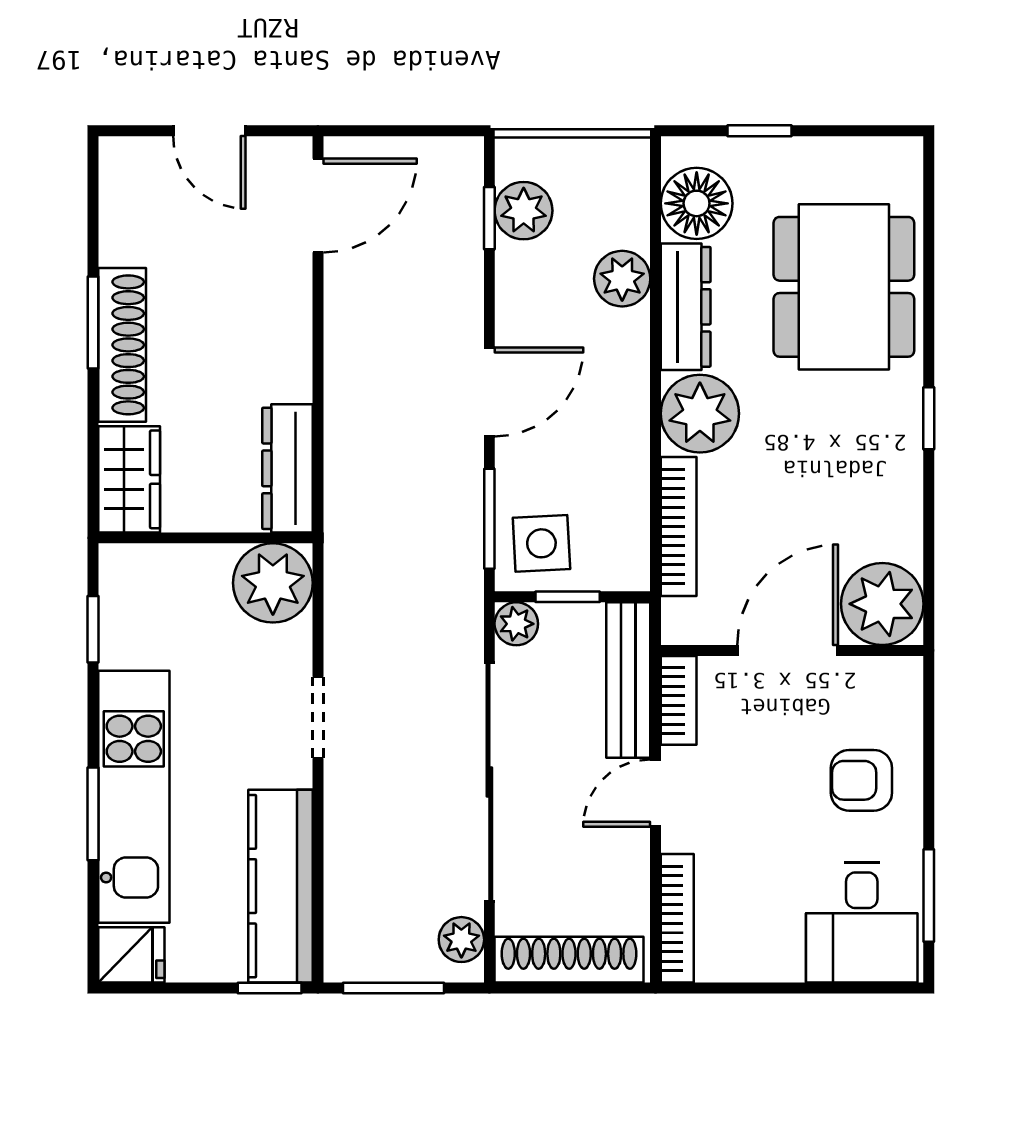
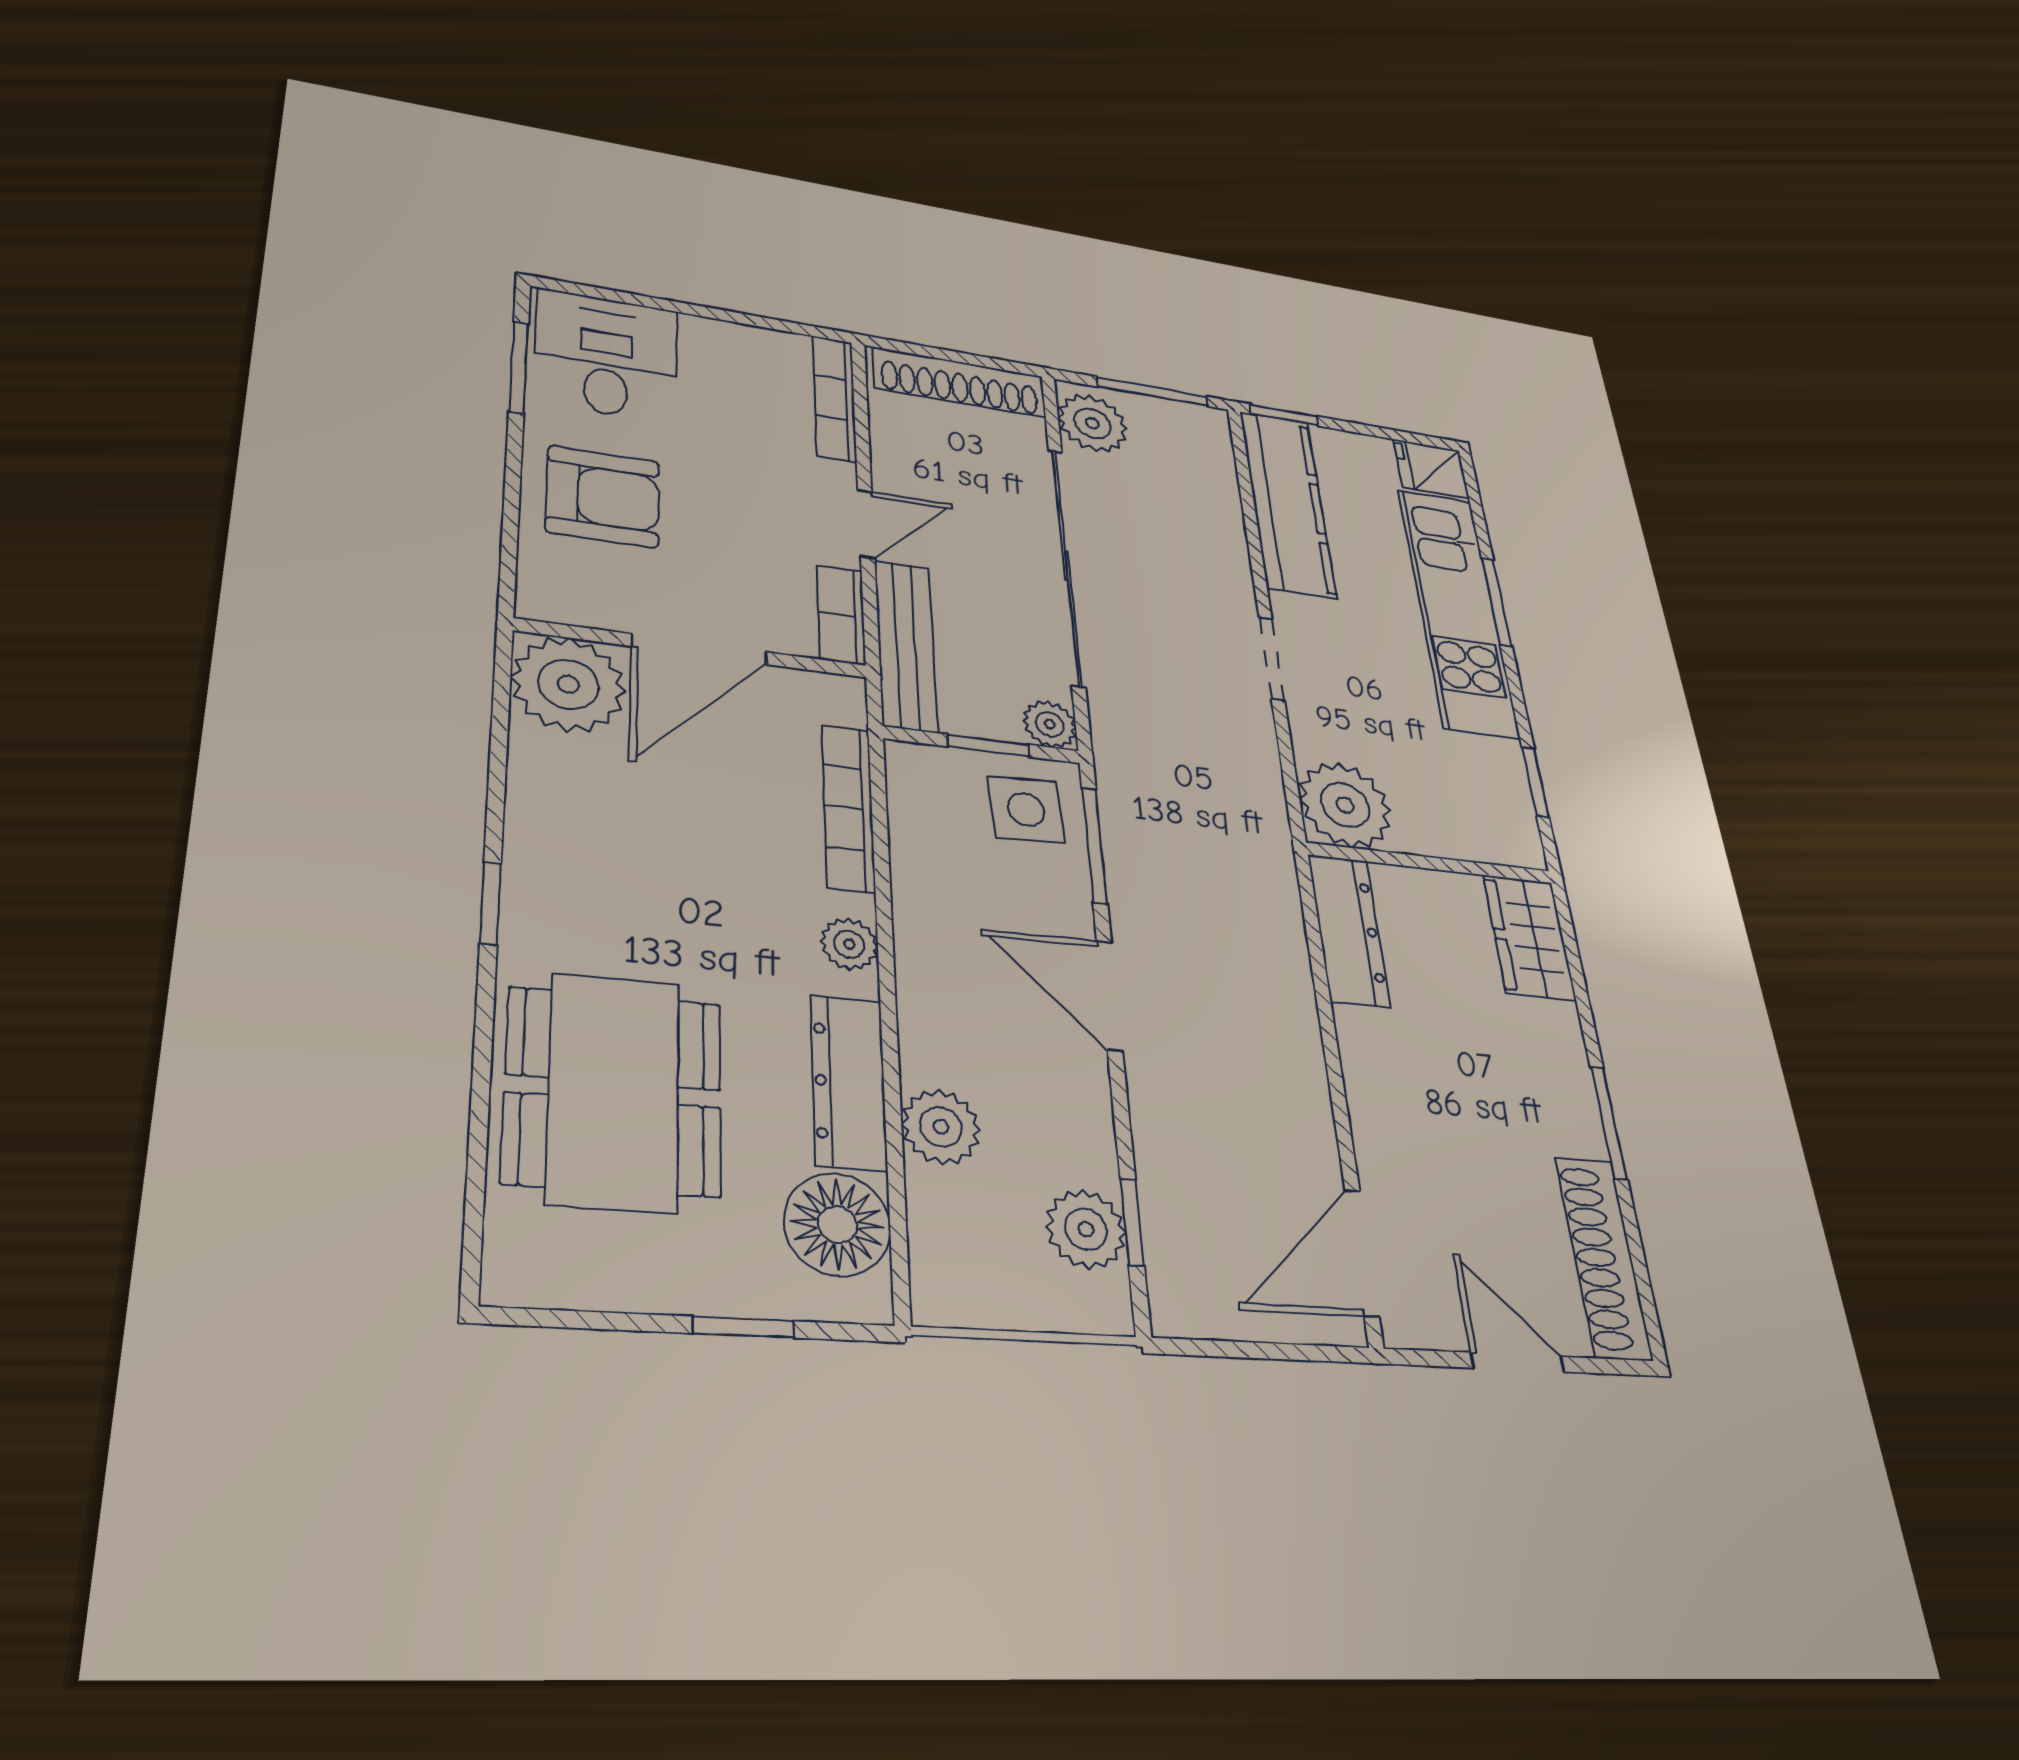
shoe rack: (122, 345) -> (1603, 1258), moved
door: (489, 392) -> (1109, 996), hinge flipped
plant: (700, 414) -> (849, 944), width x0.53, depth x0.53
armchair: (861, 780) -> (603, 497), width x1.38, depth x1.38
plant: (461, 940) -> (1093, 423), width x1.38, depth x1.38

